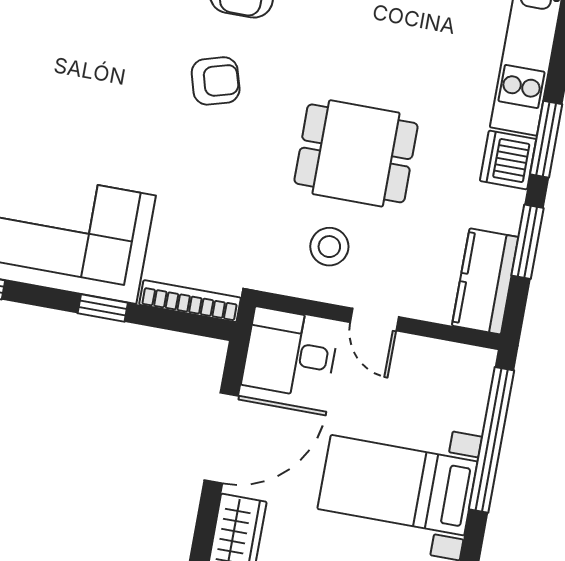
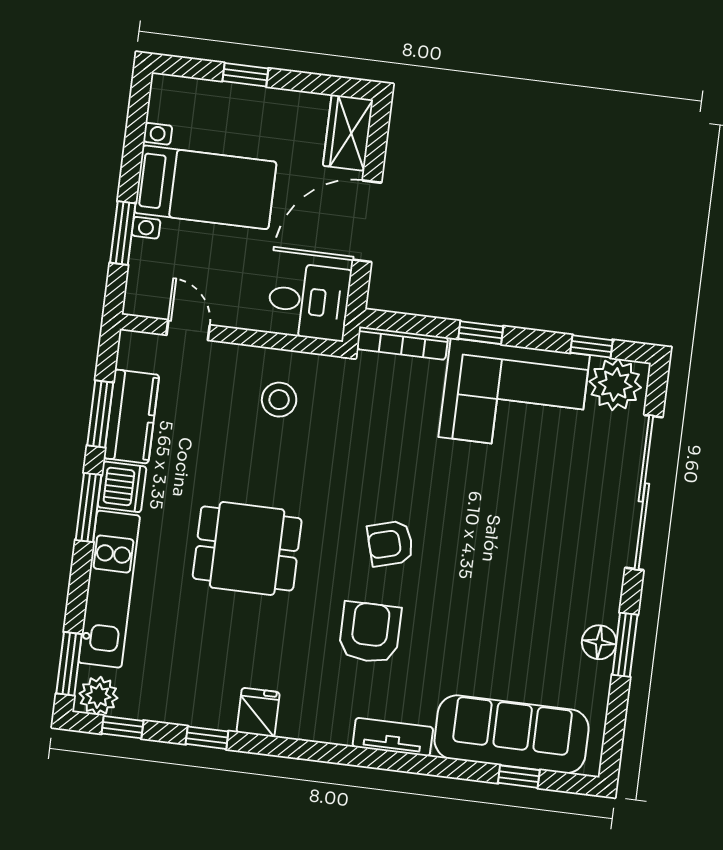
dining table: (356, 153) -> (247, 548), moved
kitchen counter: (485, 281) -> (131, 417), moved
door: (374, 320) -> (188, 330), moved
window: (492, 440) -> (123, 233), width x0.47

